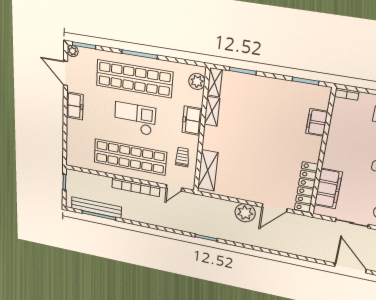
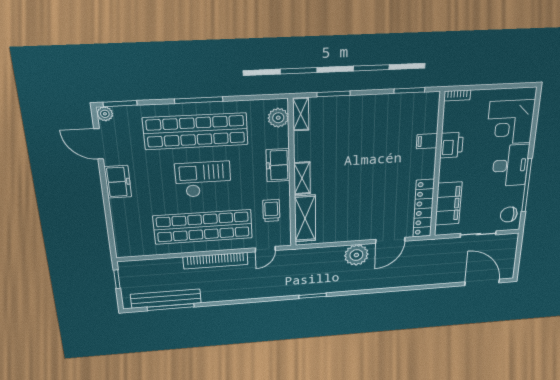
shelving: (212, 111) -> (302, 178), moved
filing cabinet: (317, 122) -> (427, 141), width x0.50
printer: (337, 137) -> (452, 145), added

